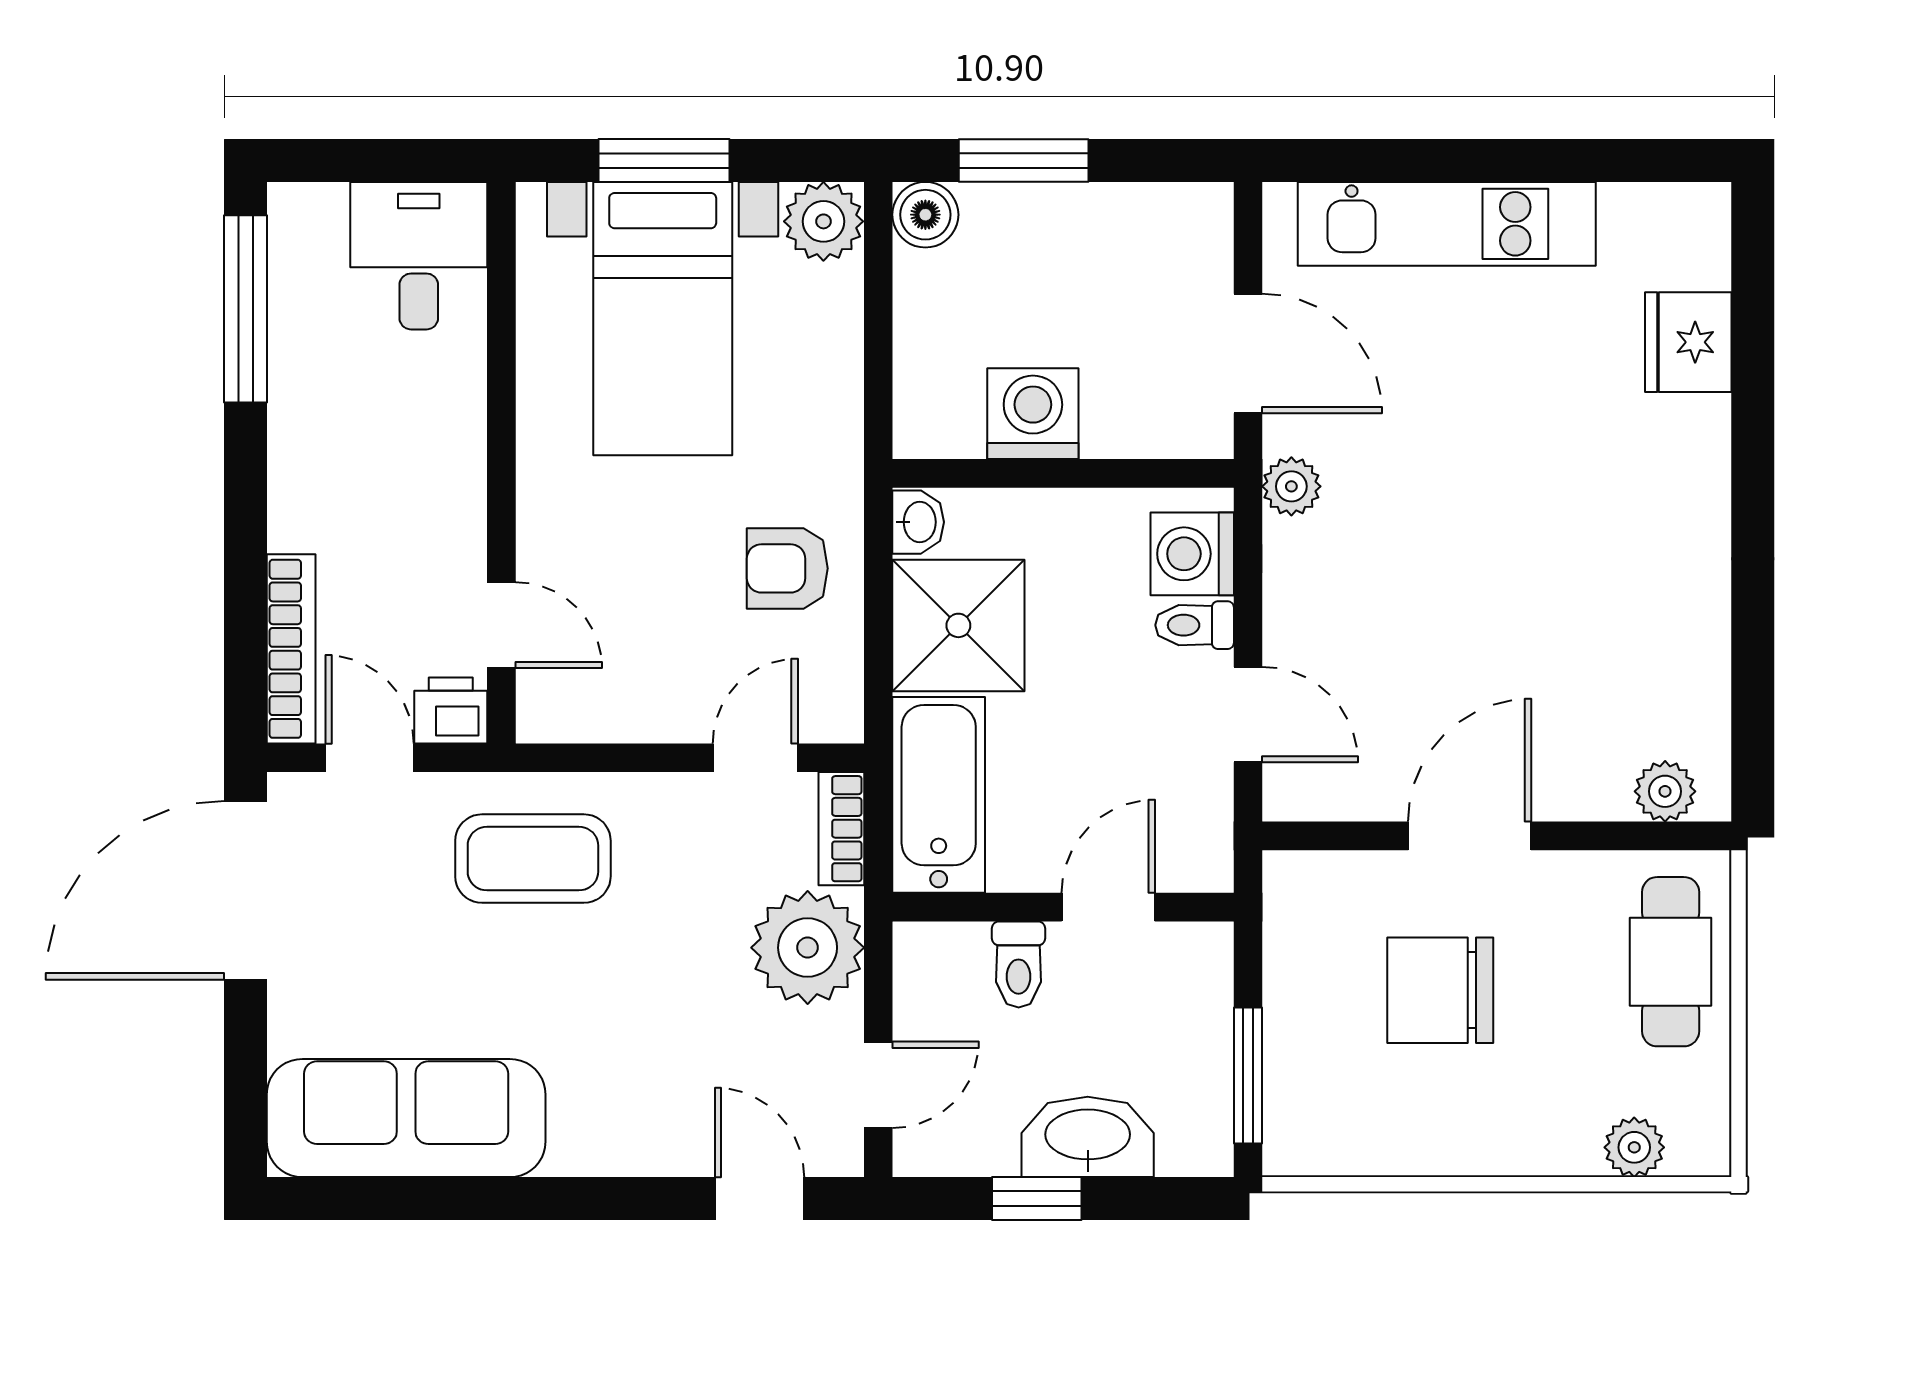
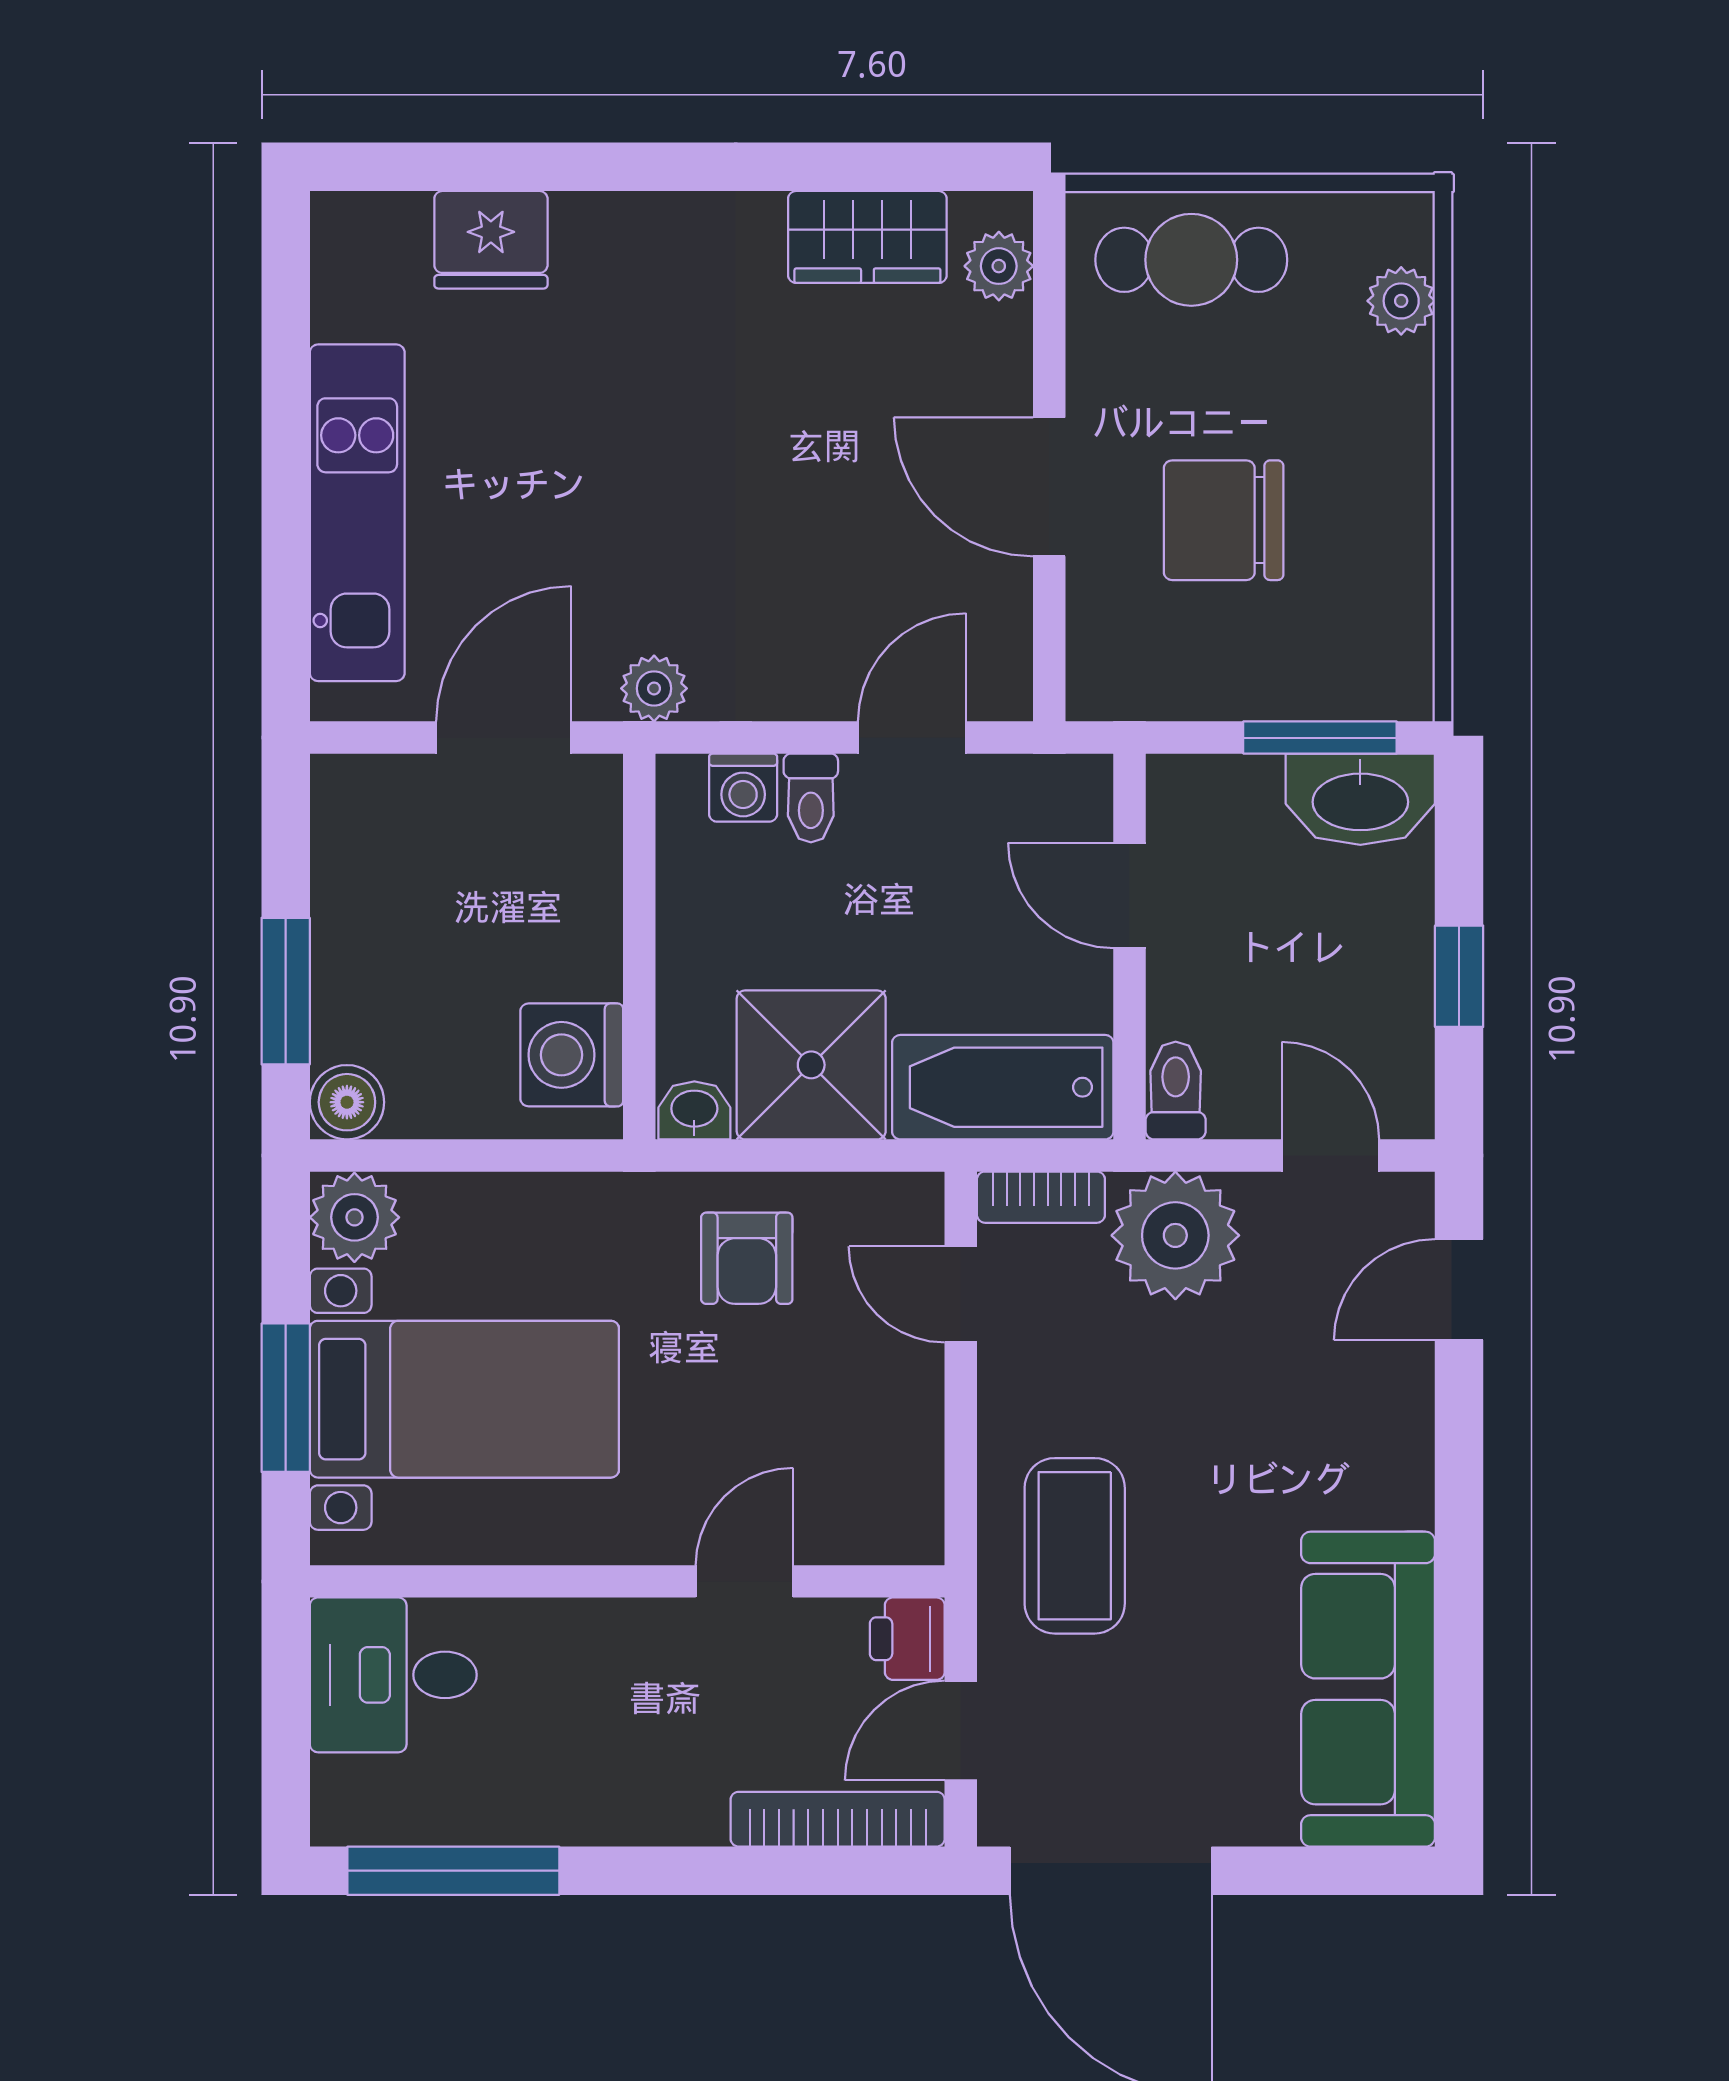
washing machine: (1033, 414) -> (572, 1055), moved
washing machine: (1192, 554) -> (743, 788), width x0.73, depth x0.73
door: (501, 625) -> (744, 1581), moved
wardrobe: (1691, 675) -> (867, 237), added
toilet: (1019, 964) -> (1176, 1091), moved, turned -90
chair: (1440, 990) -> (1224, 520), turned 90
washbasin: (1088, 1137) -> (1360, 799), moved, turned -90

